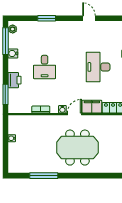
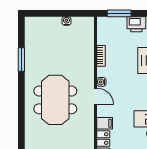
filing cabinet: (92, 107) -> (105, 123), width x0.50
window: (44, 176) -> (21, 60), width x0.69

